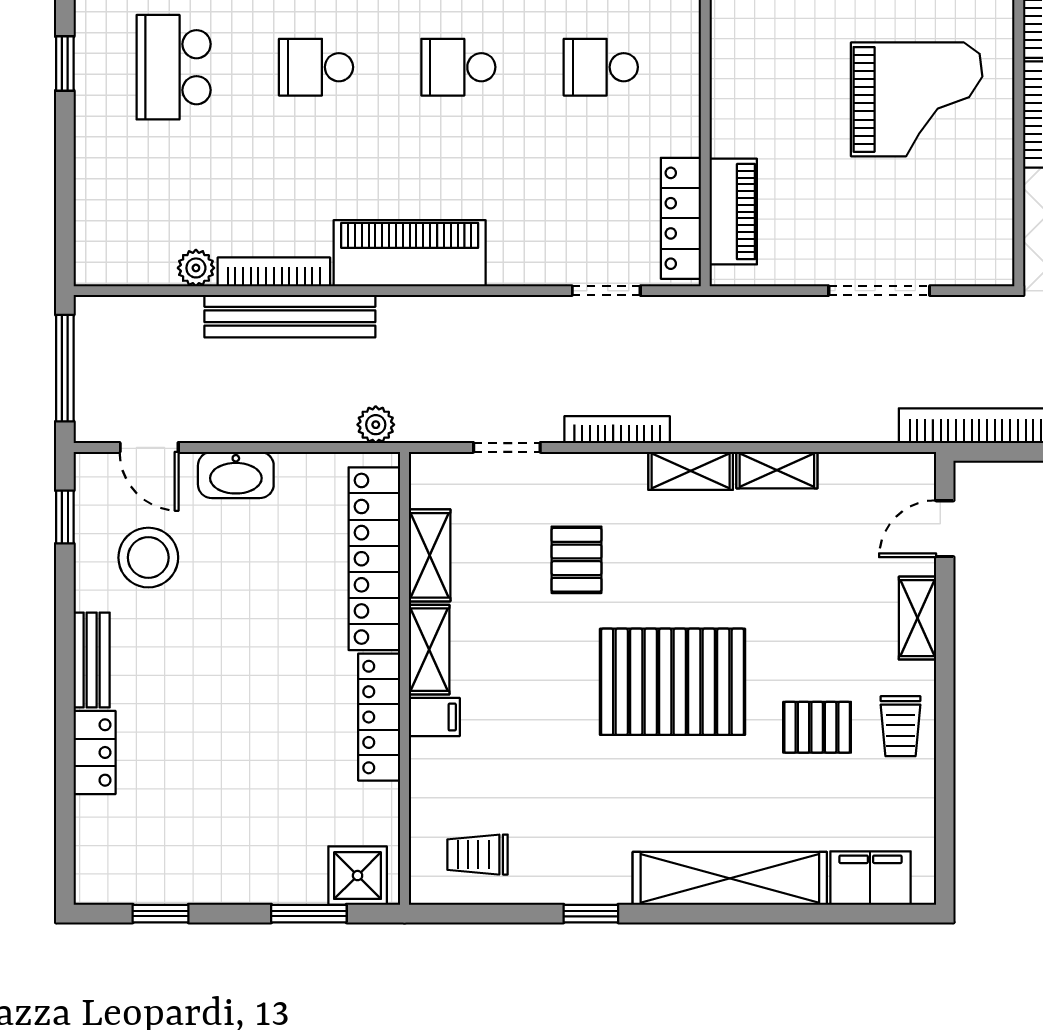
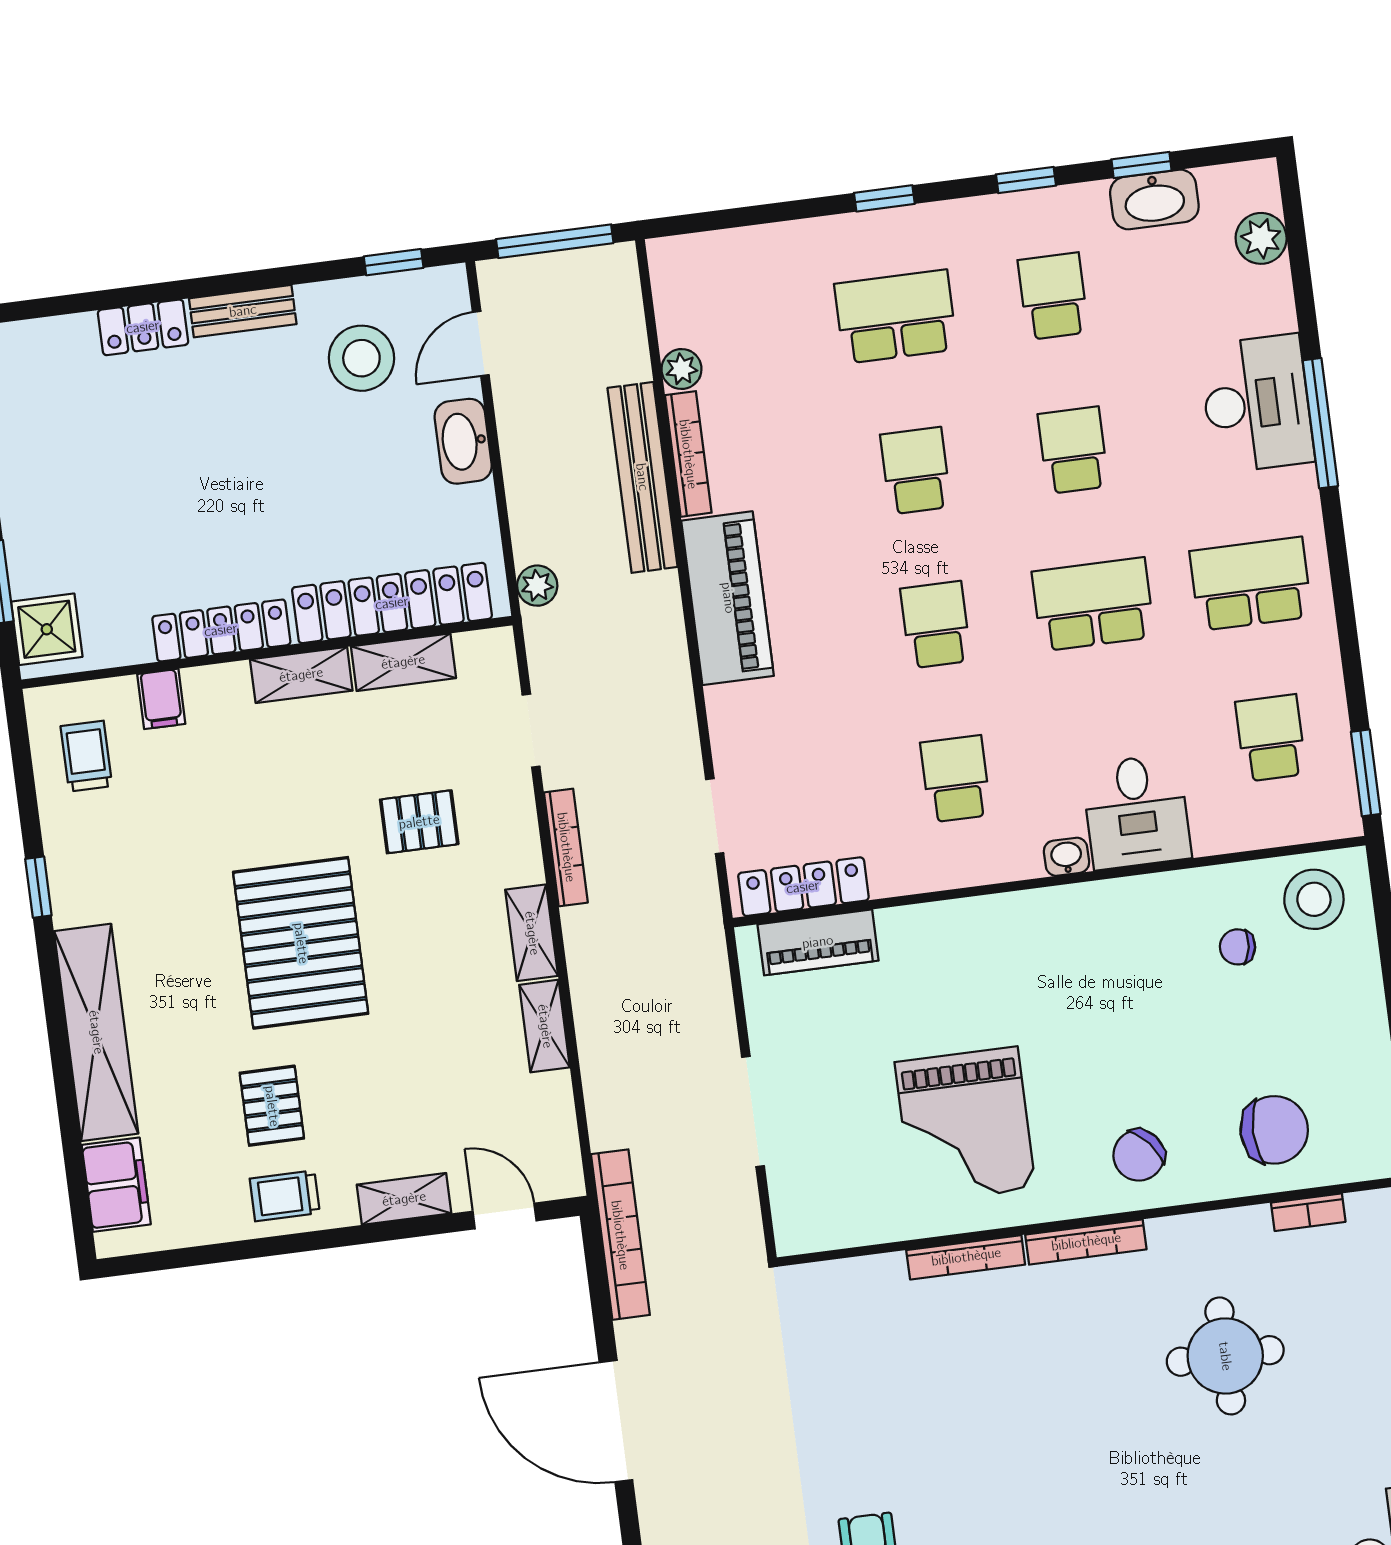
filing cabinet: (434, 717) -> (161, 699), moved

